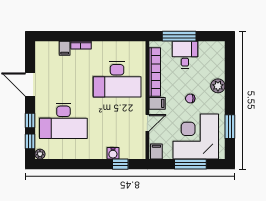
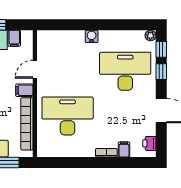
printer: (41, 54) -> (149, 143), added
filing cabinet: (156, 152) -> (14, 38), moved
water cooler: (113, 153) -> (92, 36), moved
window: (120, 164) -> (64, 25), removed

